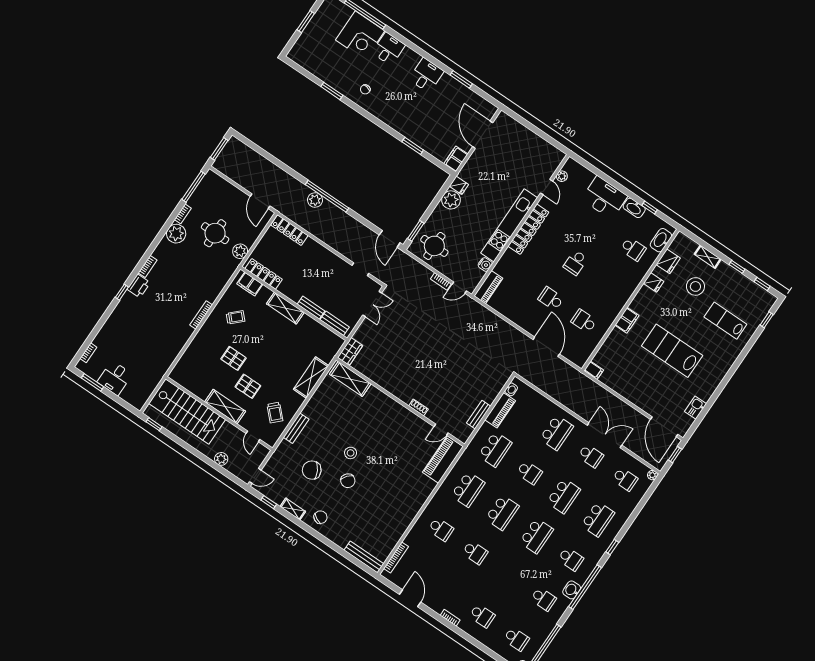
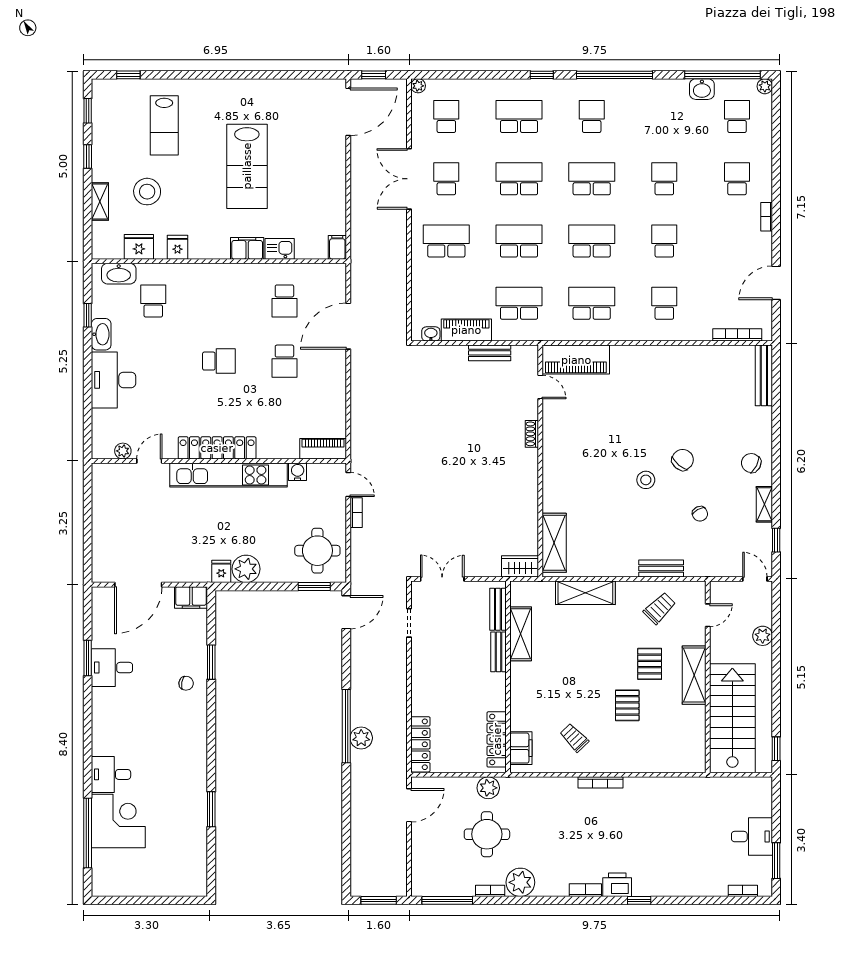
window: (306, 22) -> (147, 900), removed
desk: (426, 75) -> (112, 668), moved
chair: (365, 89) -> (186, 683), moved
shelving: (285, 308) -> (521, 634), moved
kitchen sink: (695, 408) -> (280, 249), moved, turned 180
chair: (312, 470) -> (700, 514), width x0.54, depth x0.54
school desk: (529, 473) -> (519, 241), width x1.85
washbasin: (572, 590) -> (702, 89), moved
school desk: (543, 599) -> (664, 179), moved

